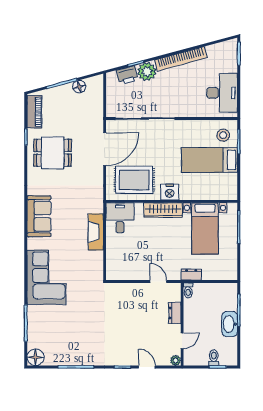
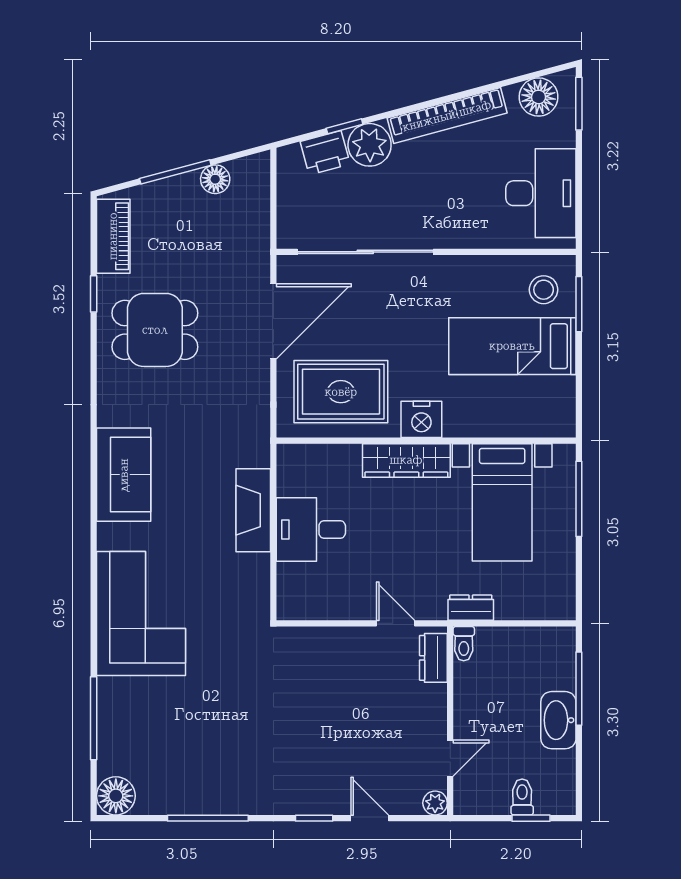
floor lamp: (221, 51) -> (539, 97), added
desk: (120, 218) -> (311, 530), moved, turned -90
dresser: (175, 313) -> (433, 658), moved

